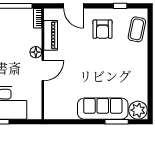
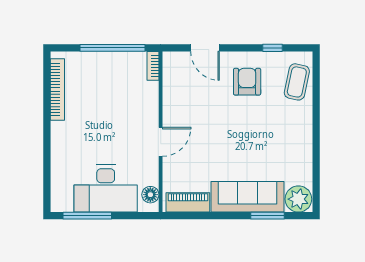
armchair: (103, 29) -> (247, 82), turned 180
piano: (51, 35) -> (188, 202), moved, turned -90
floor lamp: (36, 52) -> (150, 195), moved

